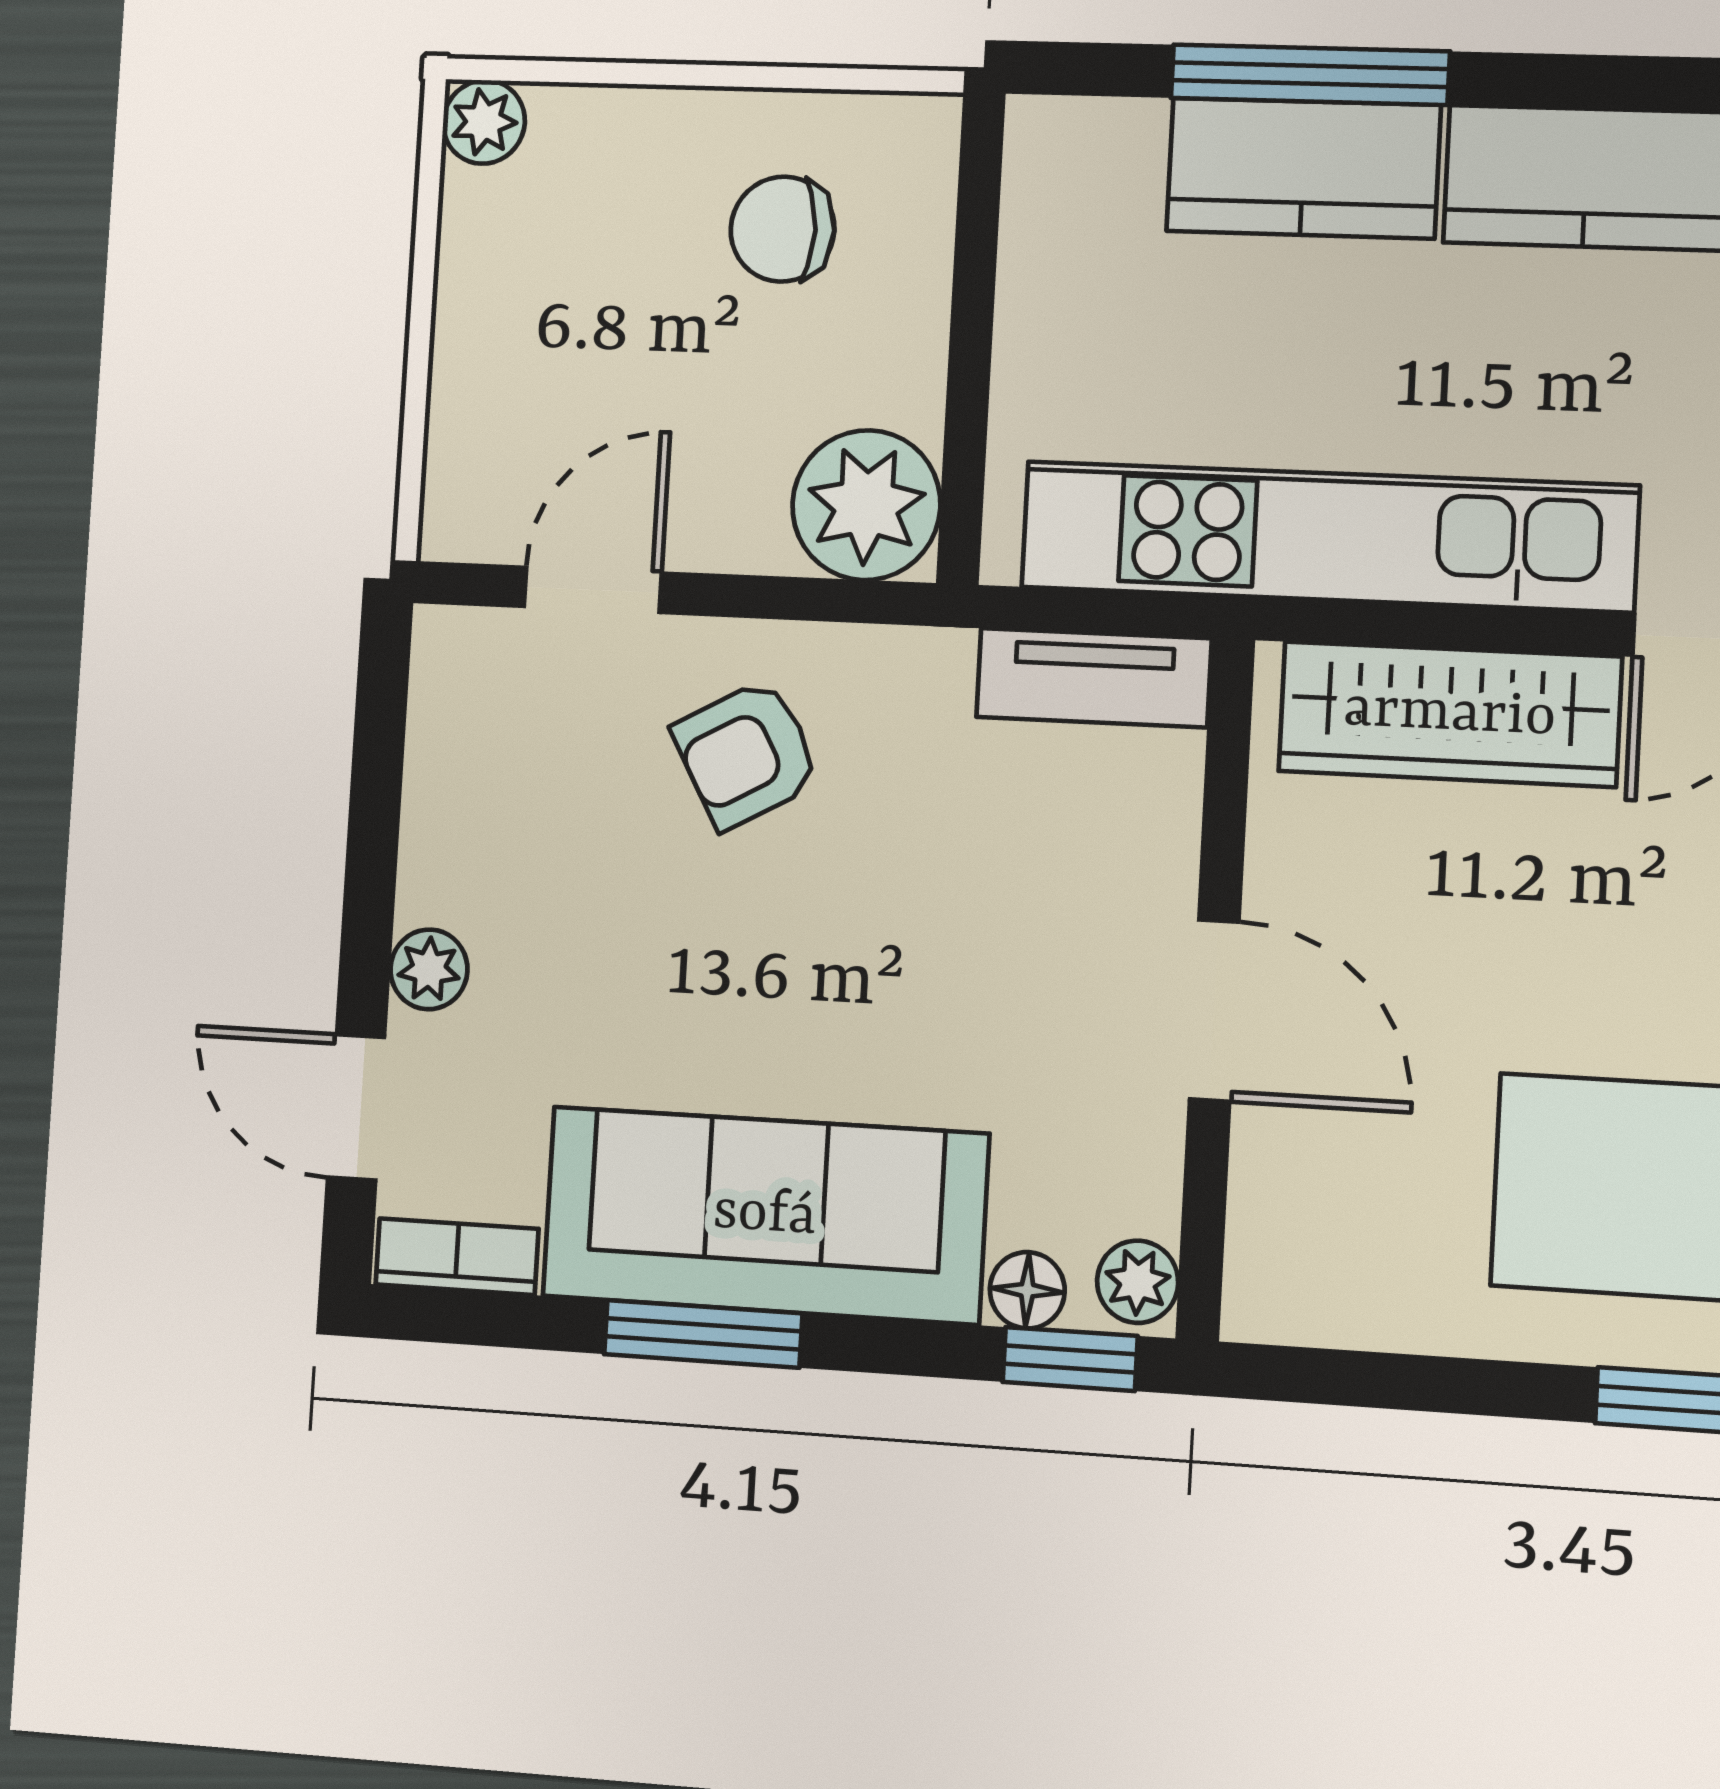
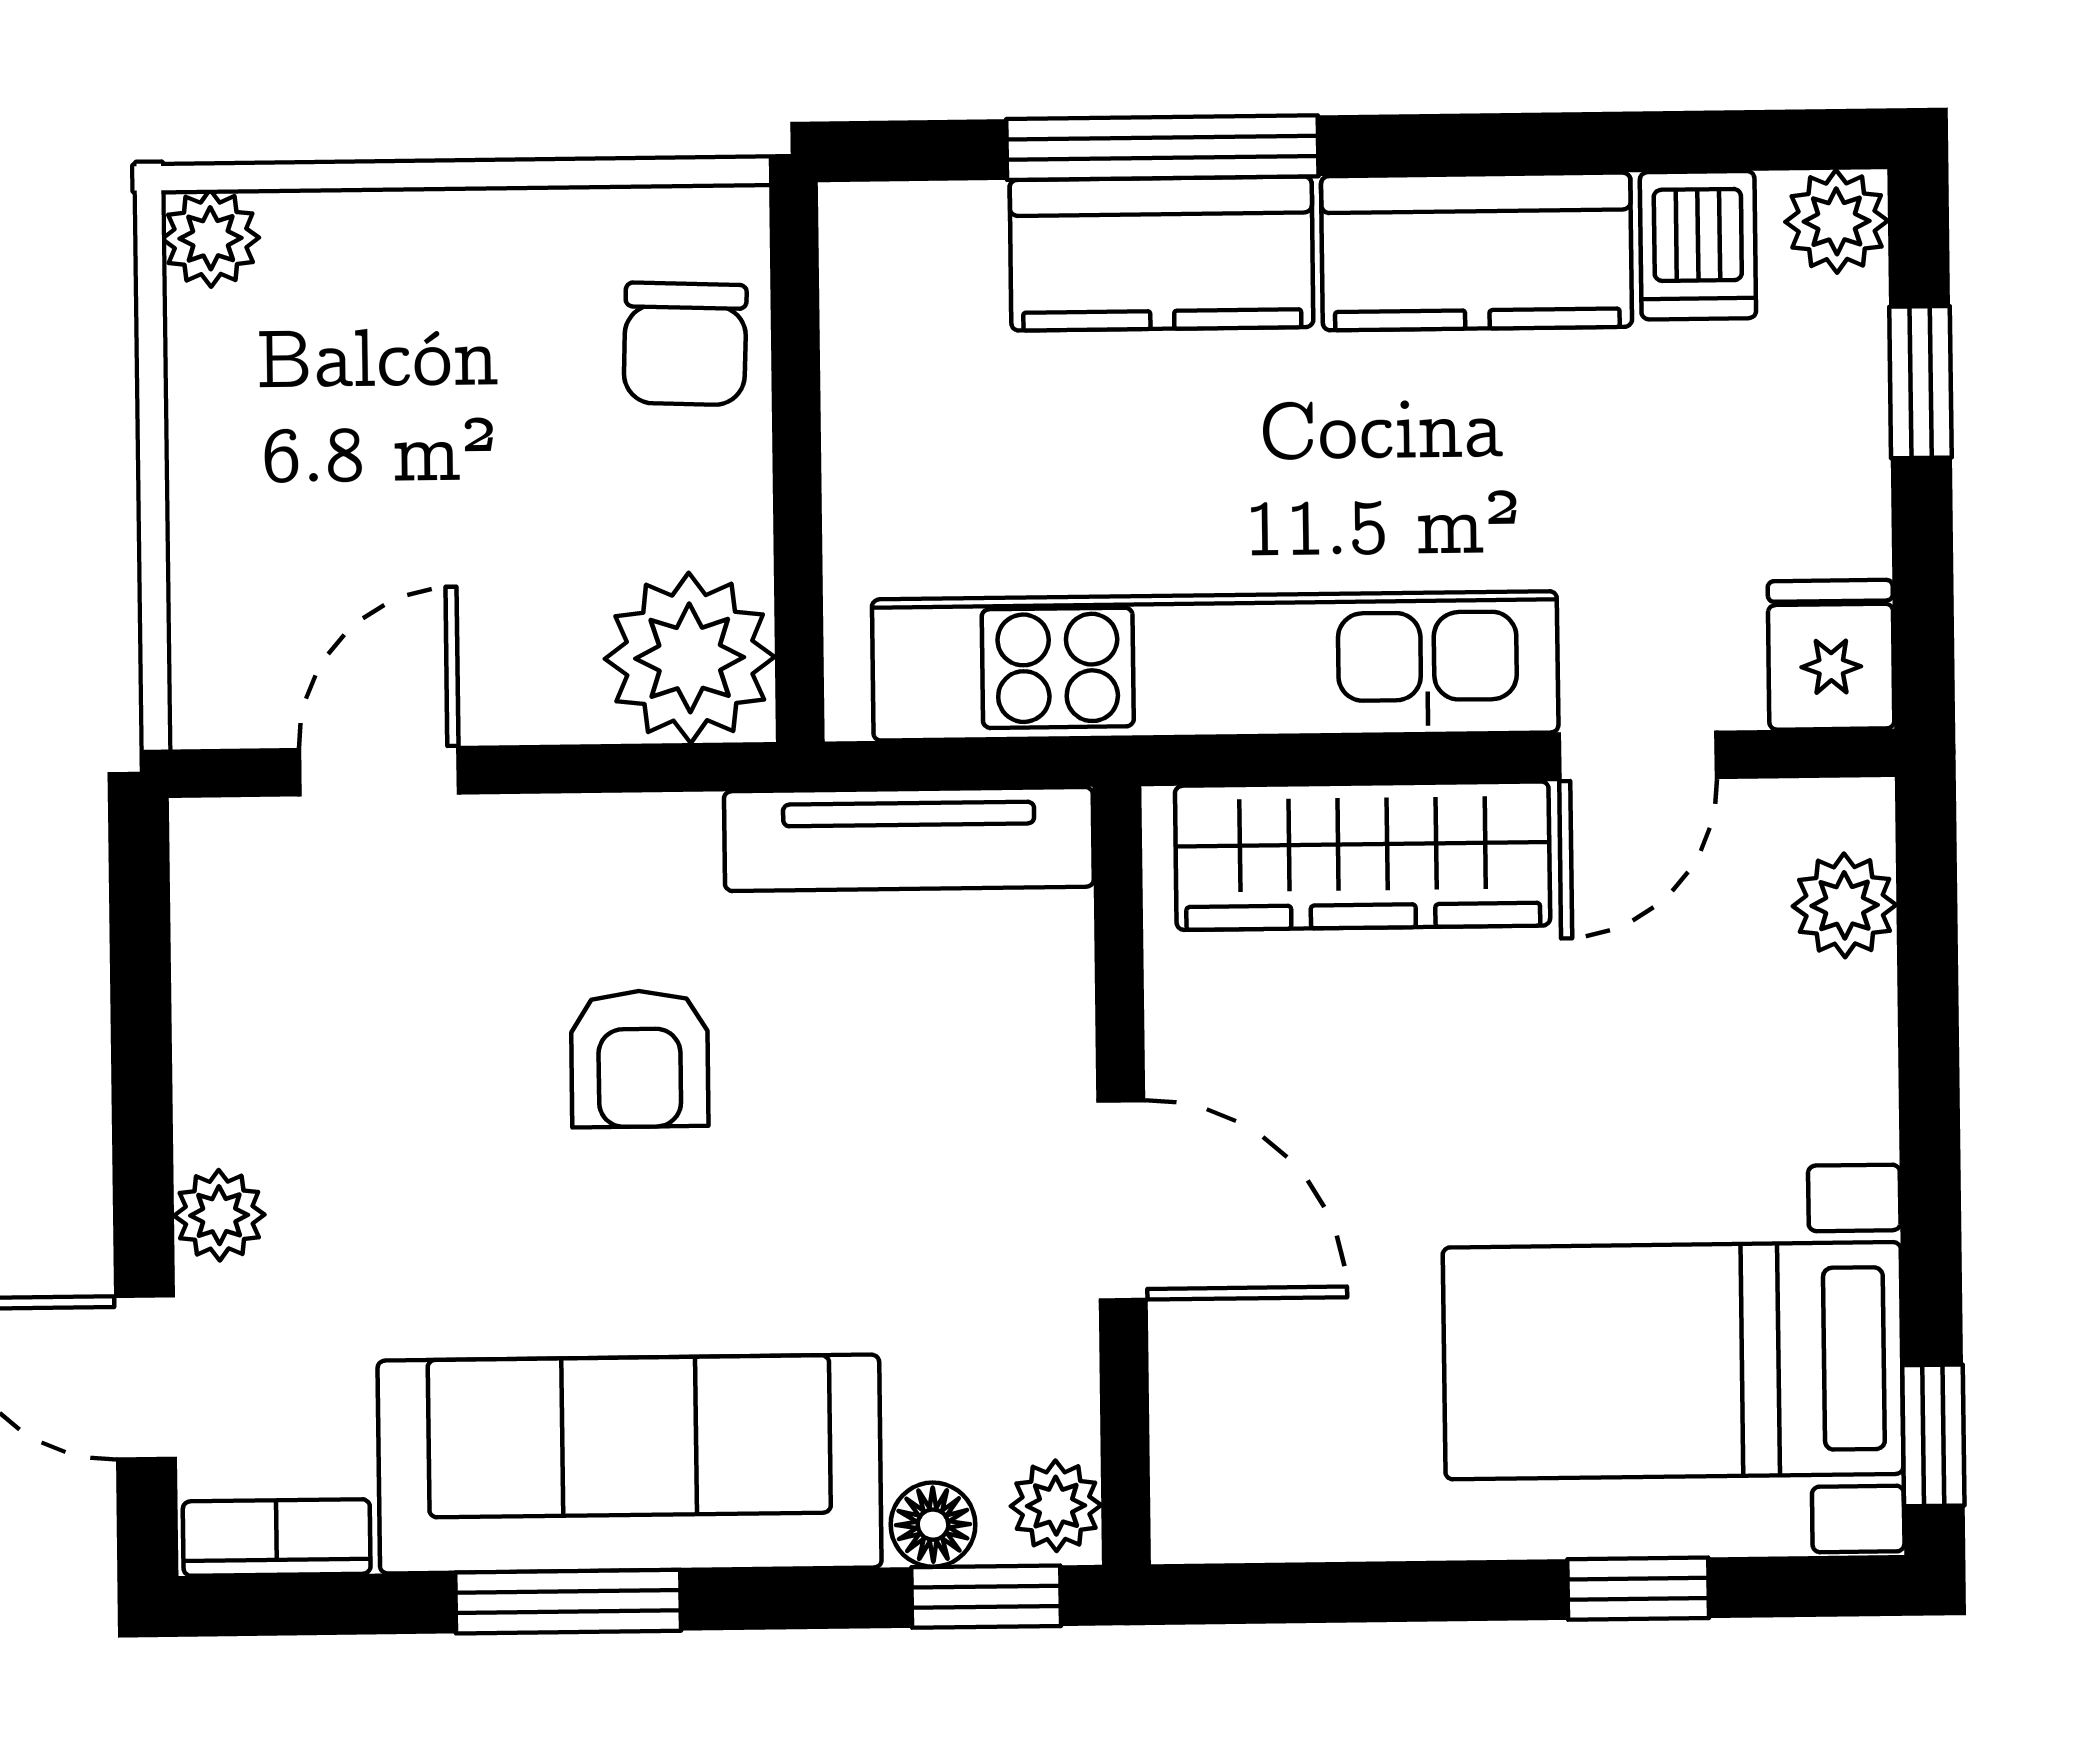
chair: (782, 229) -> (685, 344), moved, turned -88
tv unit: (1094, 678) -> (909, 839), width x1.41
armchair: (747, 754) -> (640, 1059), moved, turned -61

